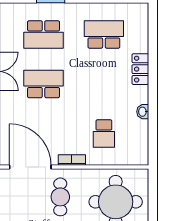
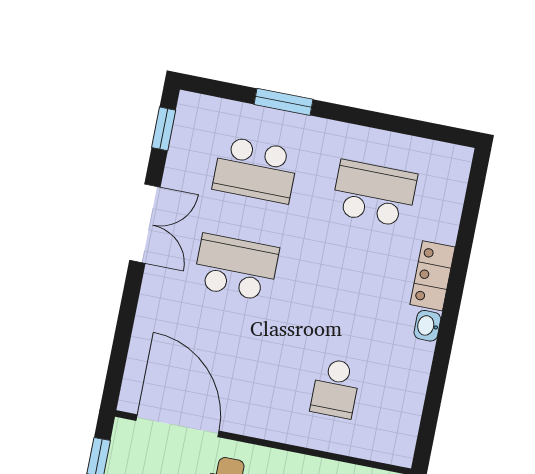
washbasin: (143, 112) -> (427, 326), moved
bookcase: (72, 160) -> (262, 428), removed

